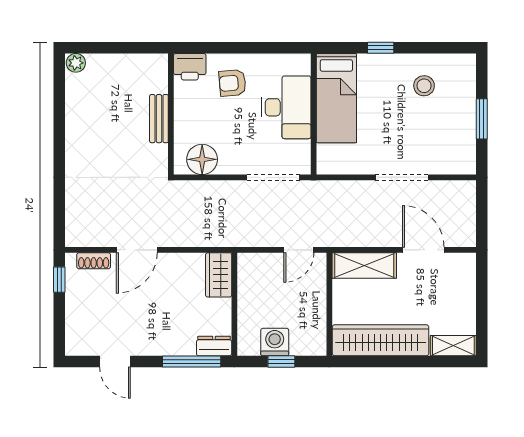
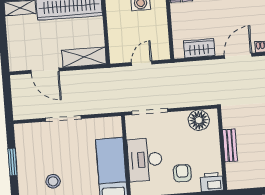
armchair: (232, 83) -> (182, 173), turned -85
door: (299, 250) -> (142, 63), moved
wardrobe: (219, 275) -> (199, 48), moved, turned -90

